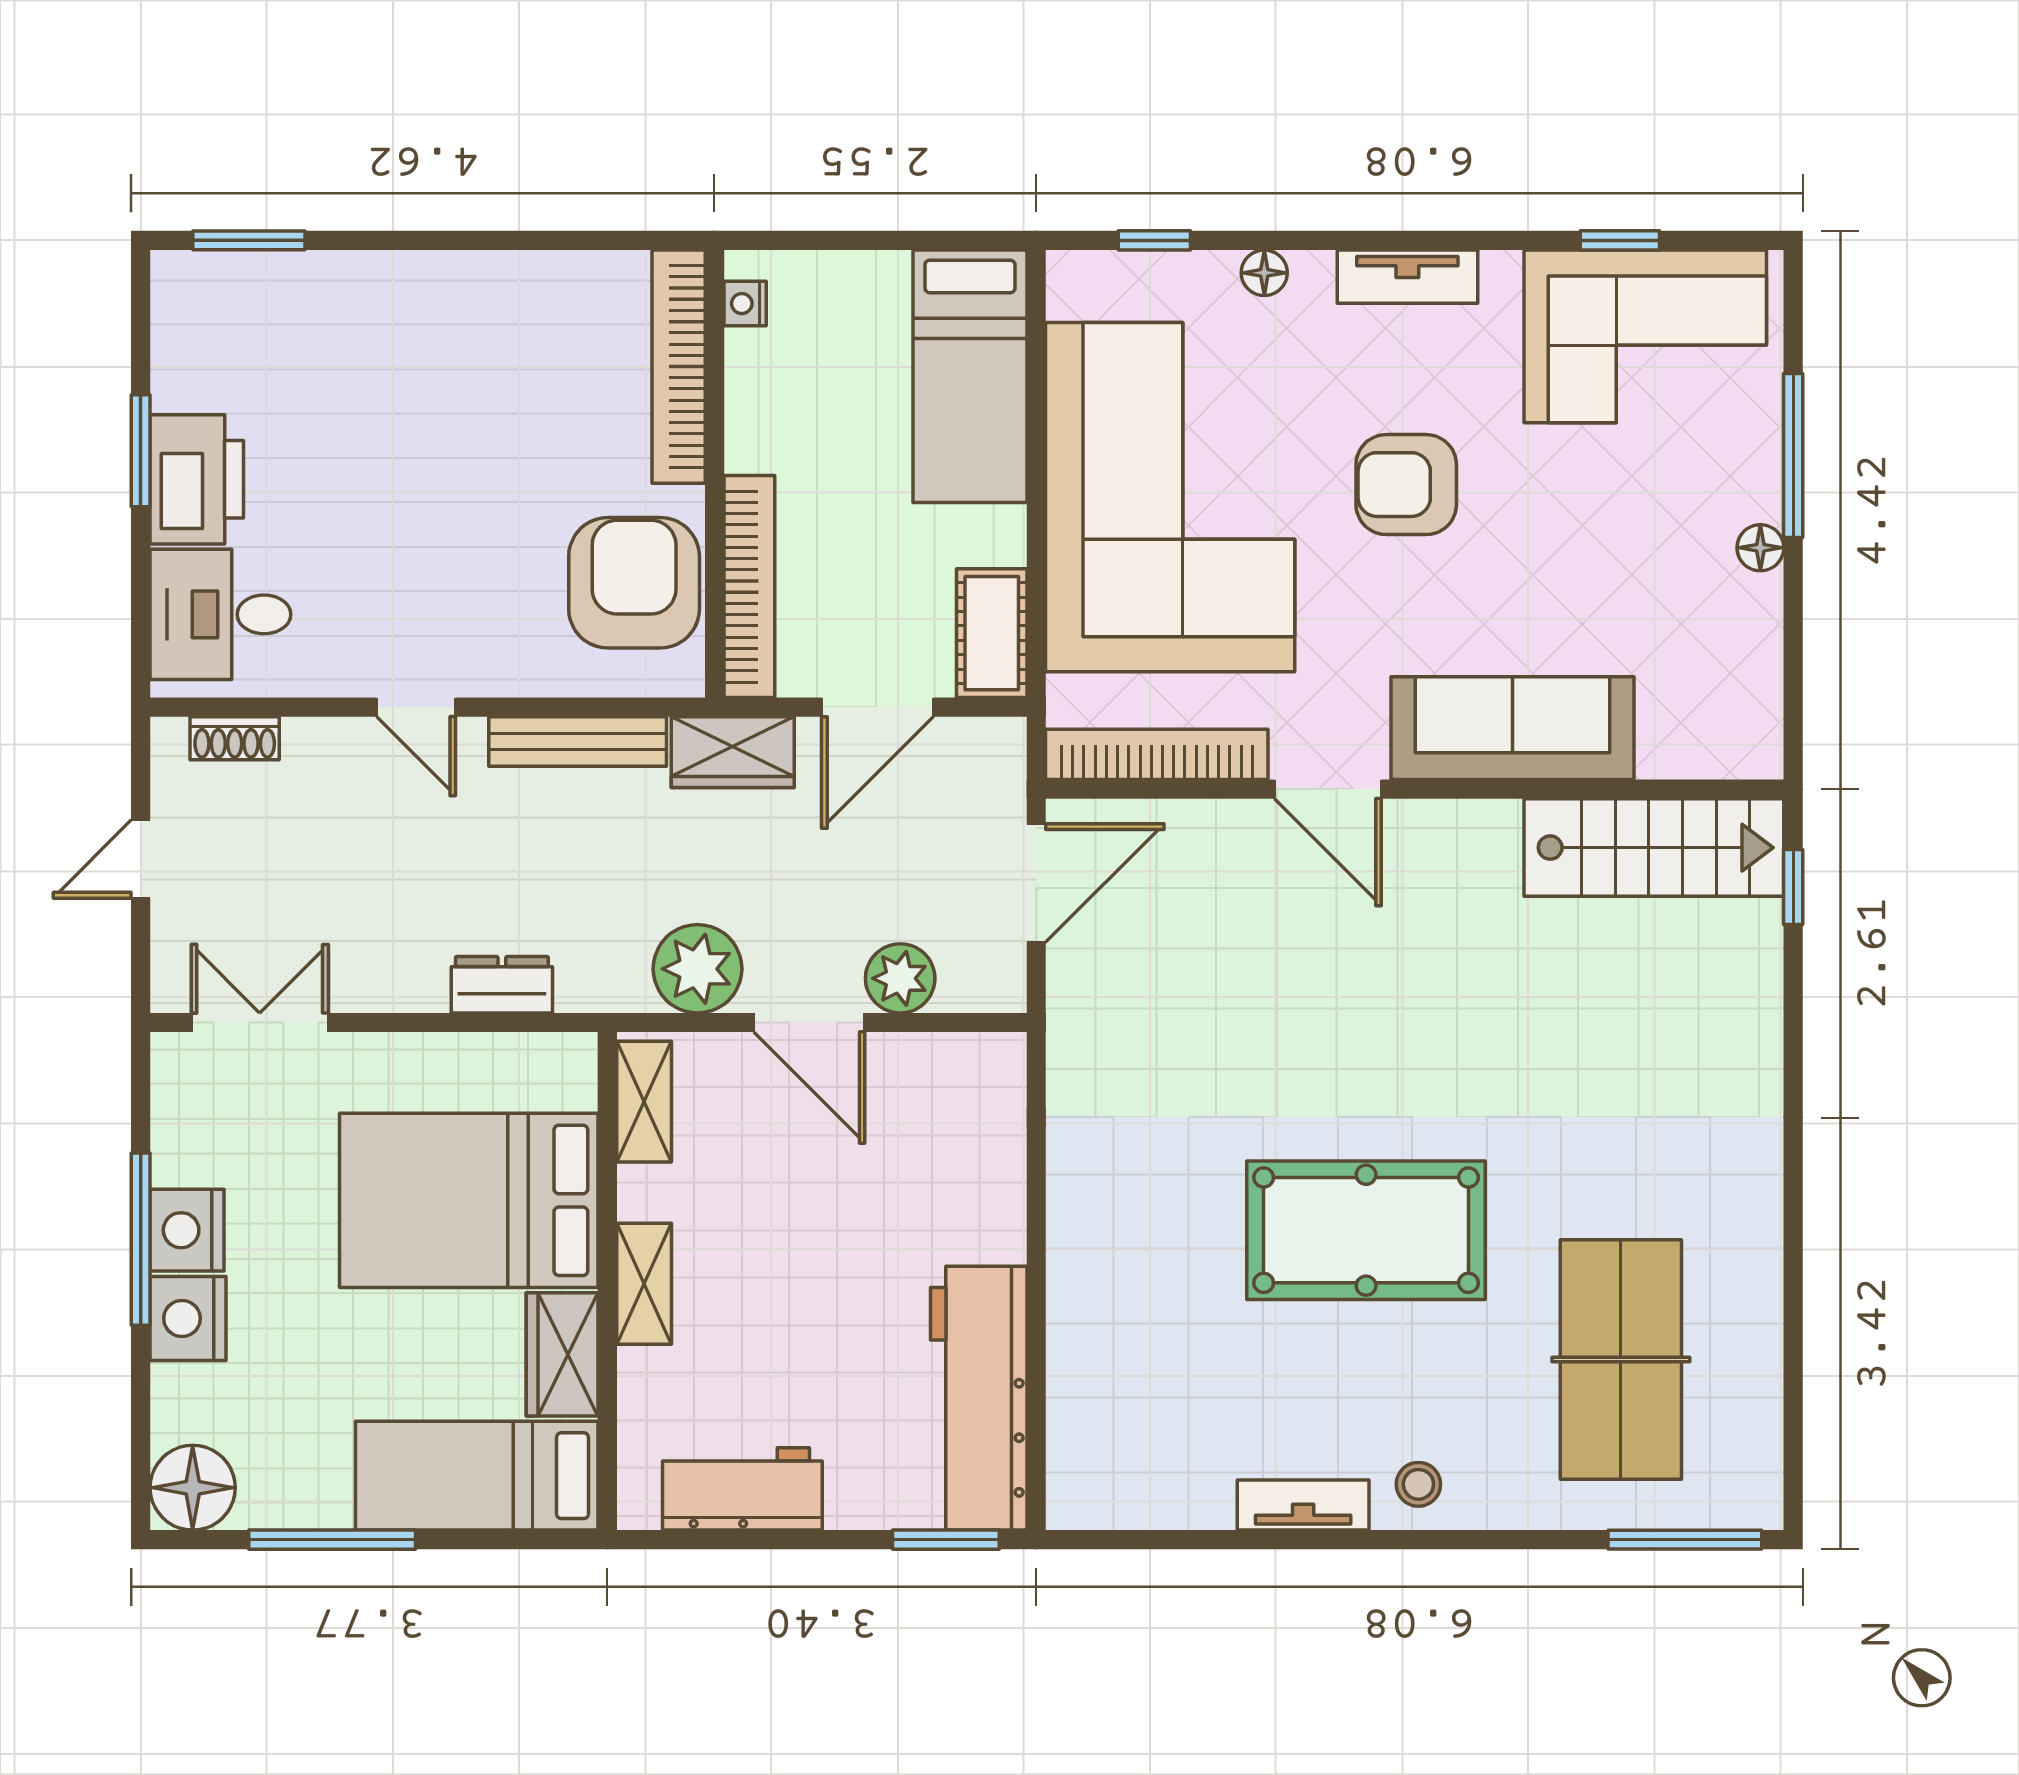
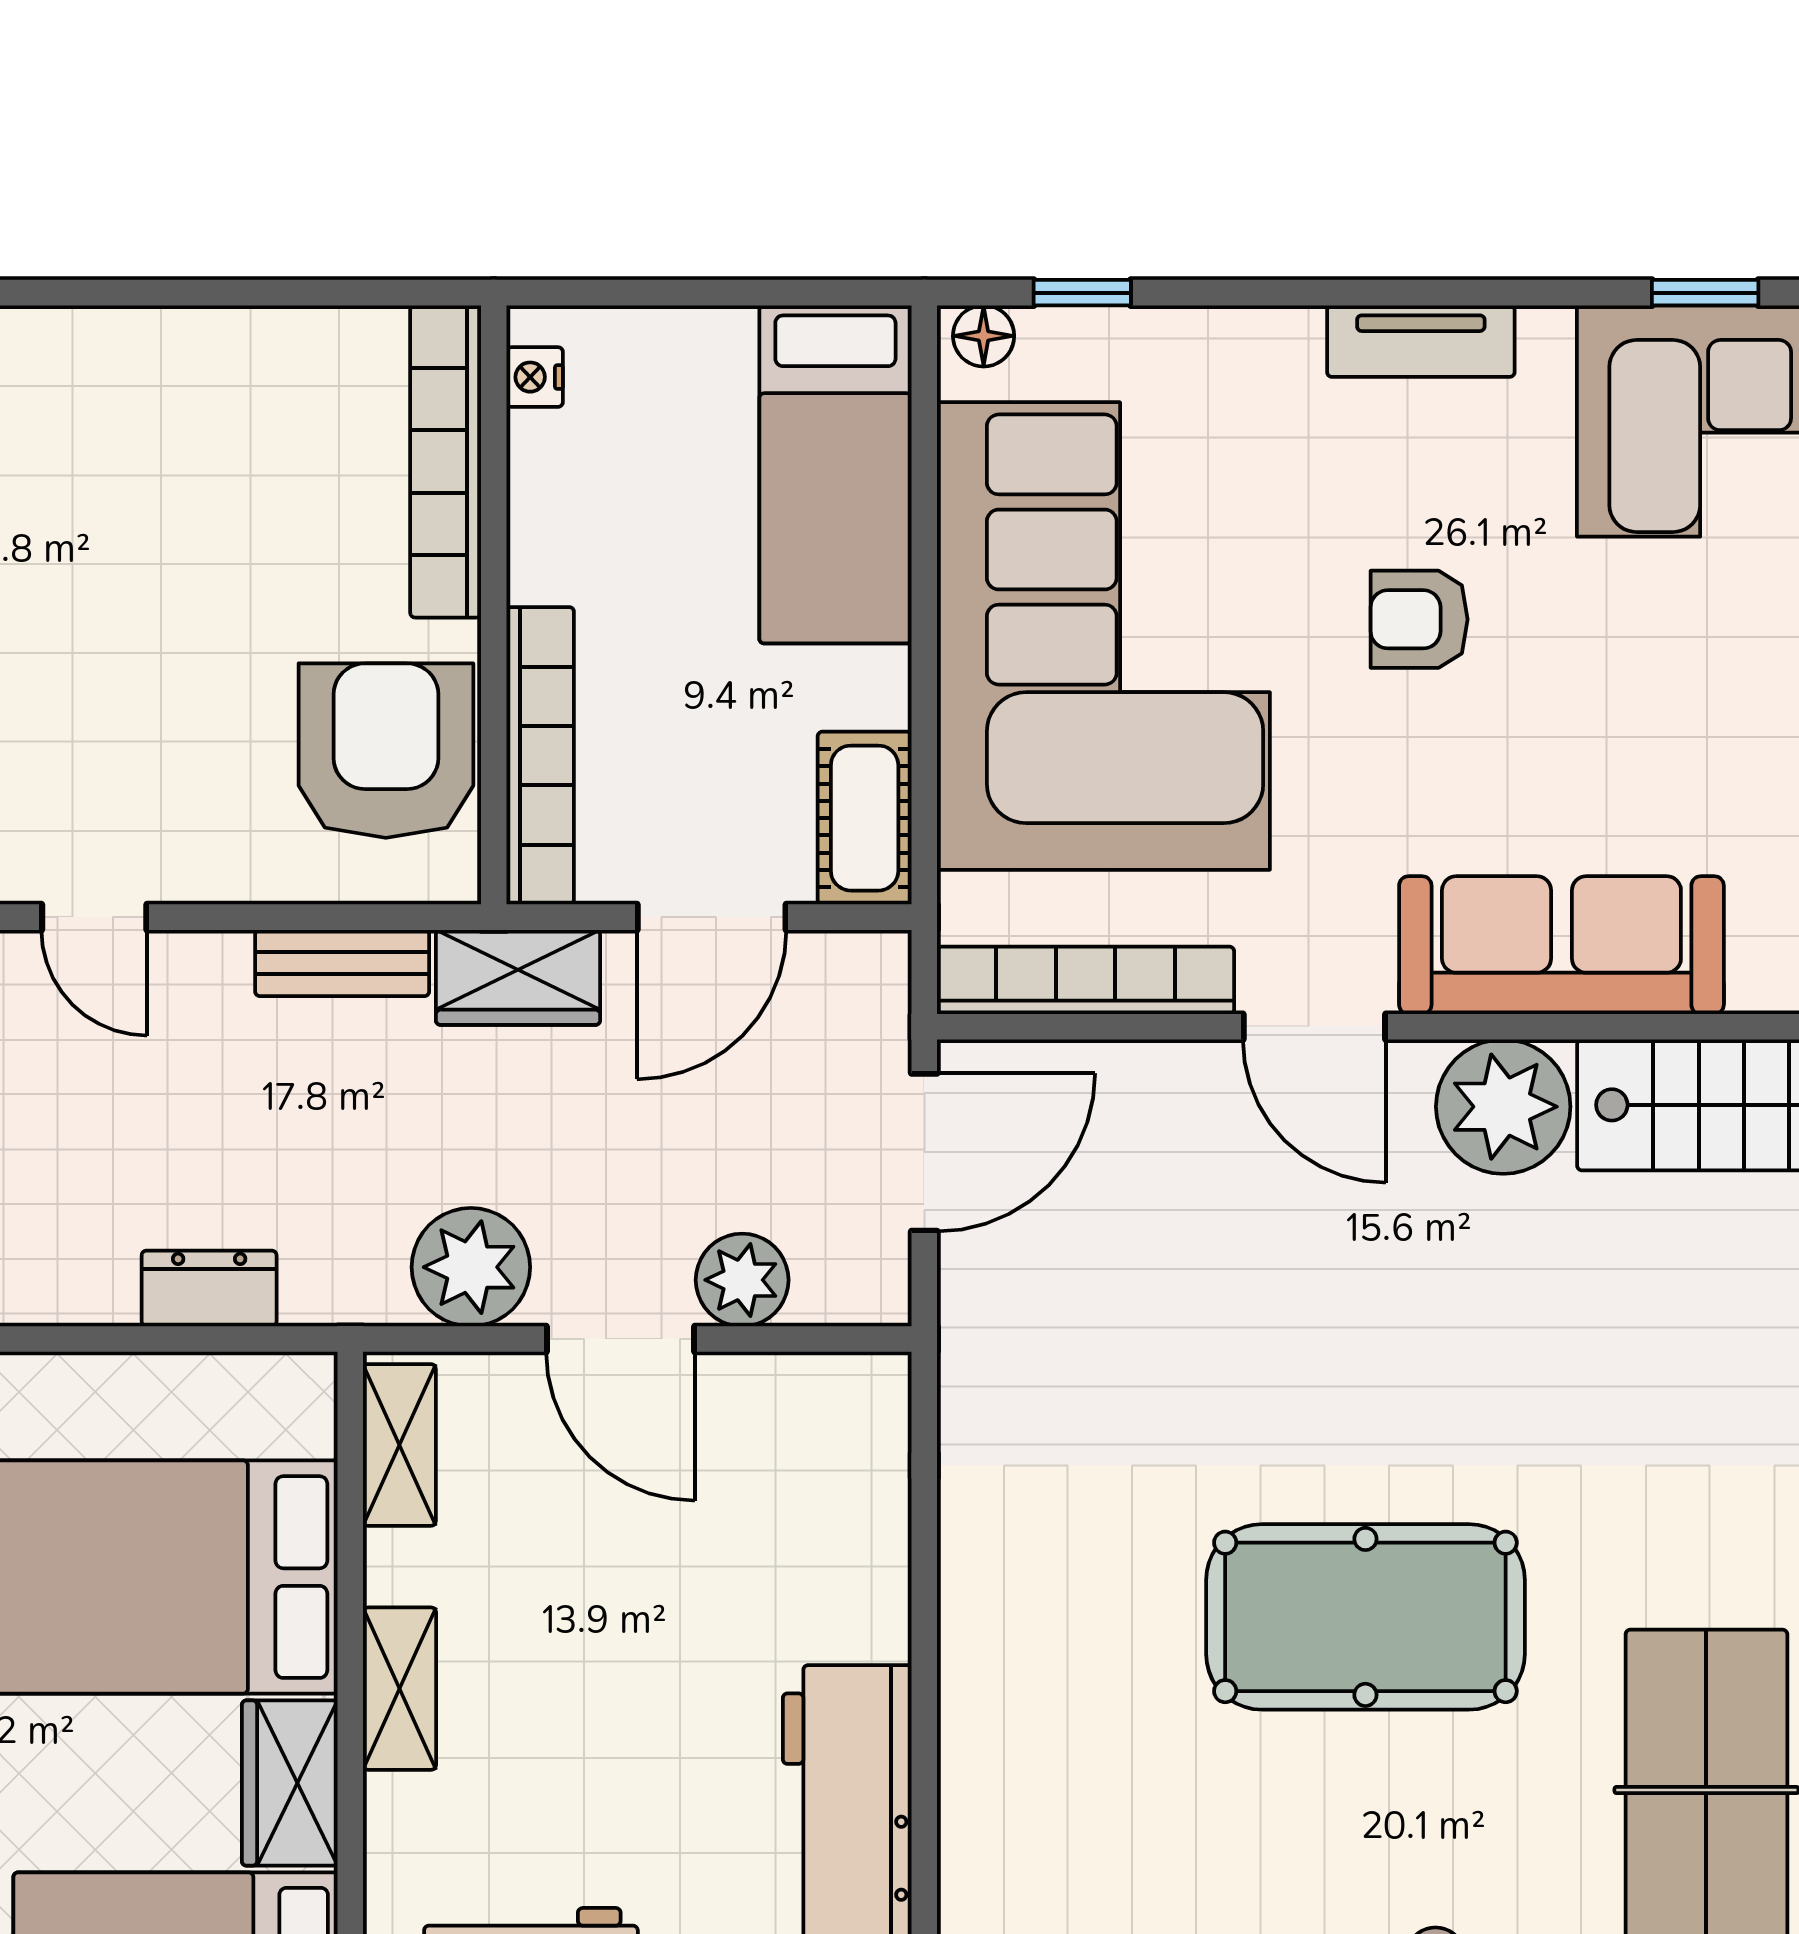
floor lamp: (1264, 273) -> (984, 336), moved
armchair: (1406, 485) -> (1419, 619), width x0.72, depth x0.72
bench: (578, 741) -> (342, 963), width x0.73
plant: (1469, 849) -> (1503, 1107), added

